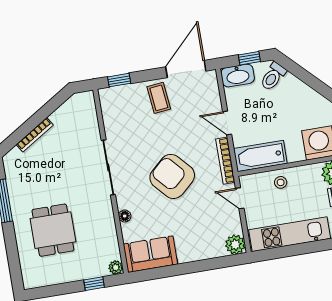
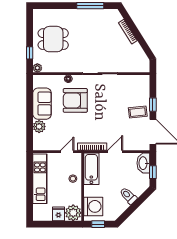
toilet: (273, 77) -> (128, 196), moved
window: (119, 80) -> (153, 105), moved
armchair: (172, 176) -> (75, 100), moved, turned -138
dining table: (53, 230) -> (53, 39), moved
plant: (235, 245) -> (39, 127), moved
sofa: (150, 254) -> (42, 104), moved

